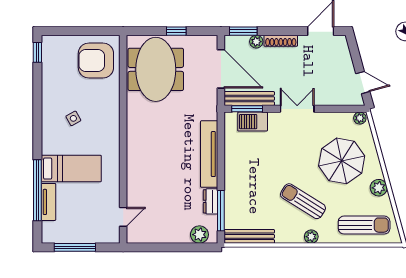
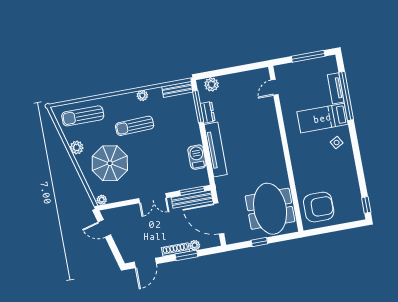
window: (243, 31) -> (186, 255), moved
side table: (73, 118) -> (337, 143), moved
barbecue: (253, 122) -> (197, 157), moved, turned -90
sun lounger: (303, 201) -> (135, 126), turned 146
bench: (249, 236) -> (177, 89), width x0.73
plant: (311, 237) -> (142, 95), moved

